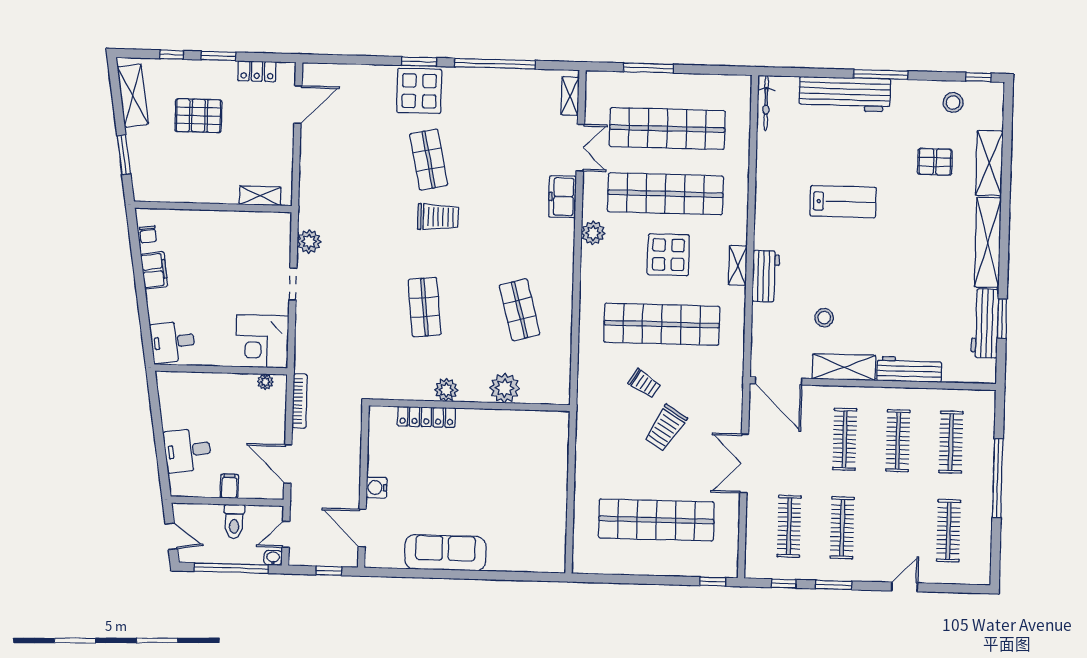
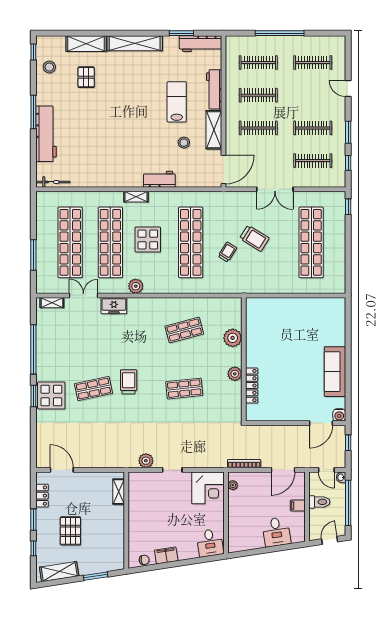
lab bench: (843, 202) -> (177, 102), moved
shelving: (738, 265) -> (136, 197), moved
workbench: (985, 323) -> (200, 44), moved
water cooler: (377, 488) -> (339, 415), moved

